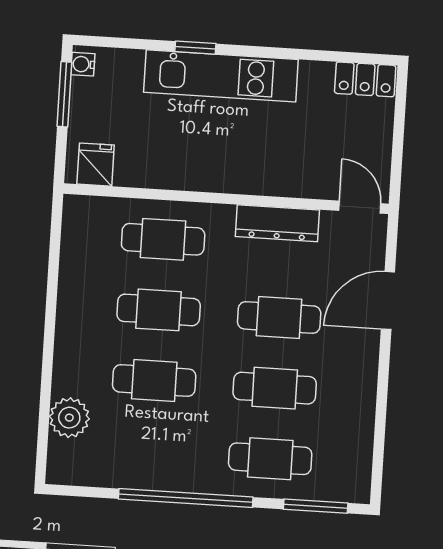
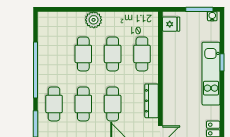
plant: (69, 418) -> (94, 20), moved

